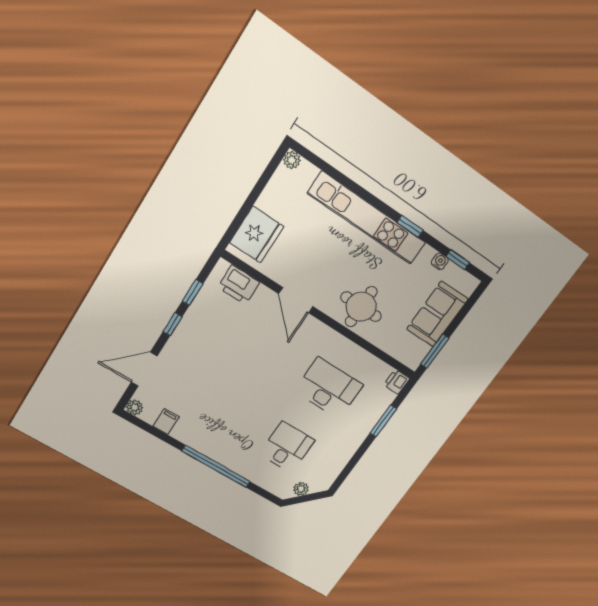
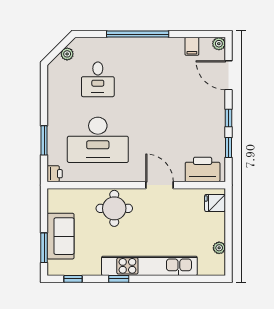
plant: (292, 160) -> (219, 248), moved
fridge: (257, 235) -> (215, 203), width x0.53, depth x0.75
water cooler: (440, 261) -> (84, 270), removed
printer: (239, 285) -> (203, 170), width x1.37, depth x1.19
window: (435, 351) -> (44, 248), moved
door: (144, 369) -> (228, 75), swing flipped
desk: (329, 388) -> (98, 140), width x1.36, depth x1.30

